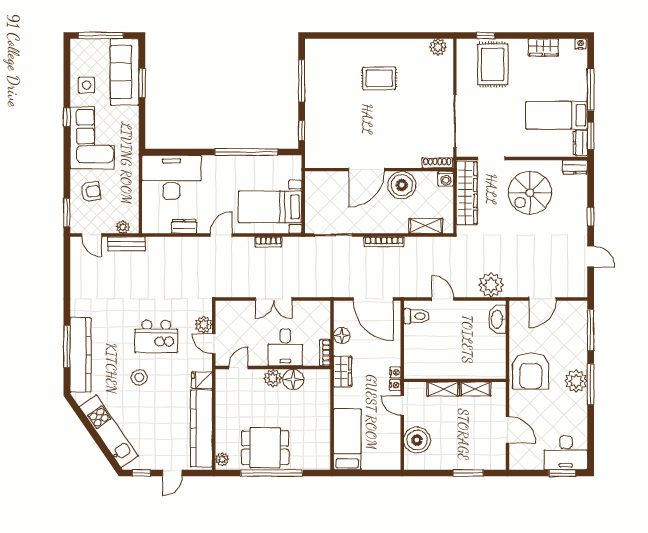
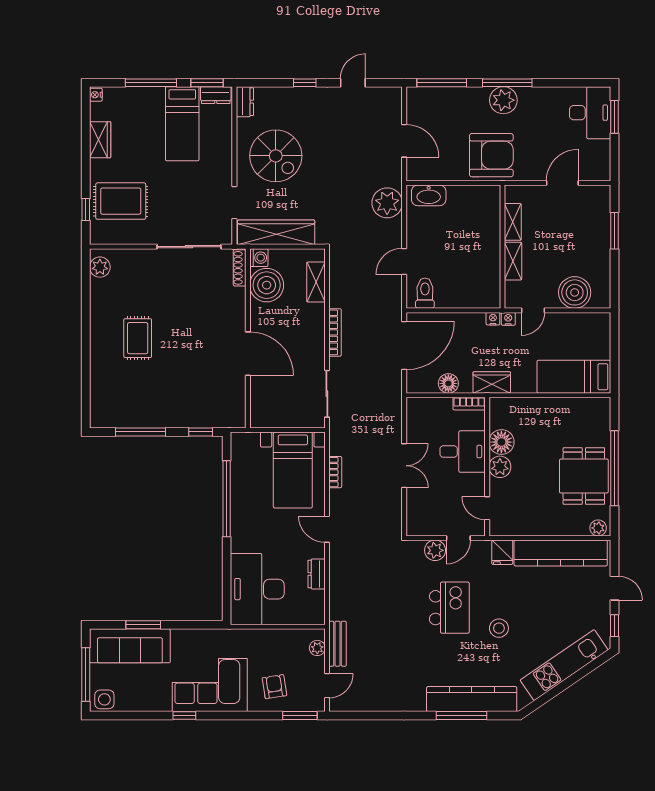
side table: (87, 85) -> (104, 699), moved
boiler: (402, 185) -> (267, 285), moved

